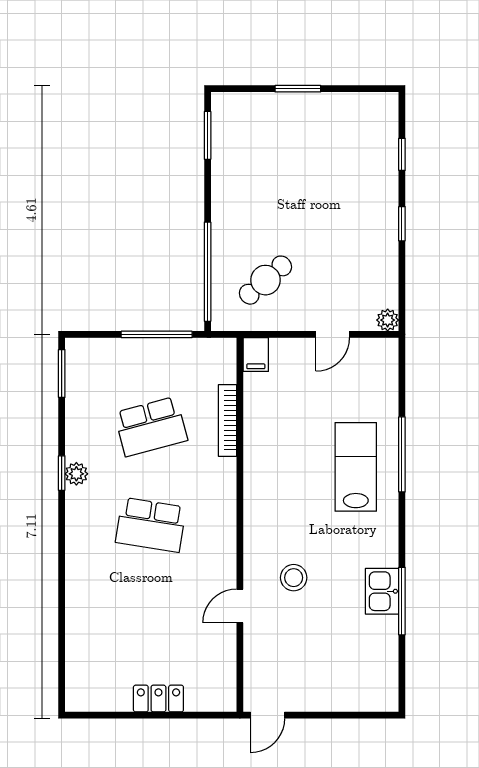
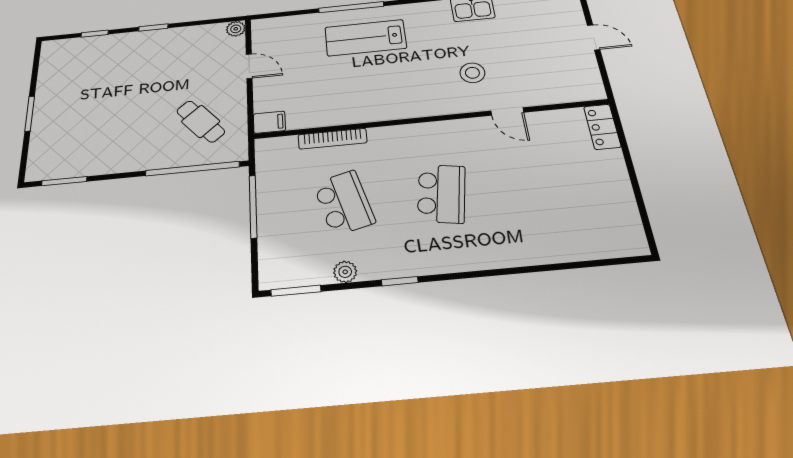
plant: (76, 474) -> (345, 272), moved
locker: (158, 699) -> (602, 127), moved
door: (268, 715) -> (594, 37), moved

